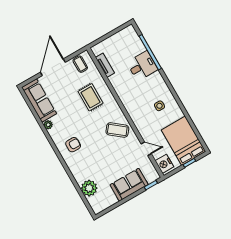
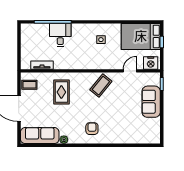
rug: (91, 97) -> (61, 92), turned 90
plant: (89, 188) -> (135, 136), removed

